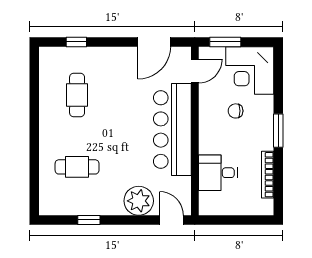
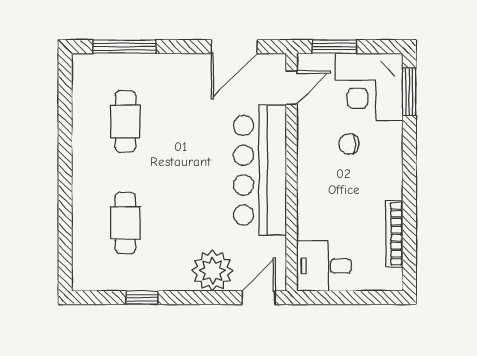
window: (76, 42) -> (124, 47), width x2.17
window: (278, 131) -> (409, 92), moved
cafe table: (77, 167) -> (125, 223), turned 90
desk: (218, 173) -> (324, 266), moved
door: (172, 220) -> (259, 298), hinge flipped

